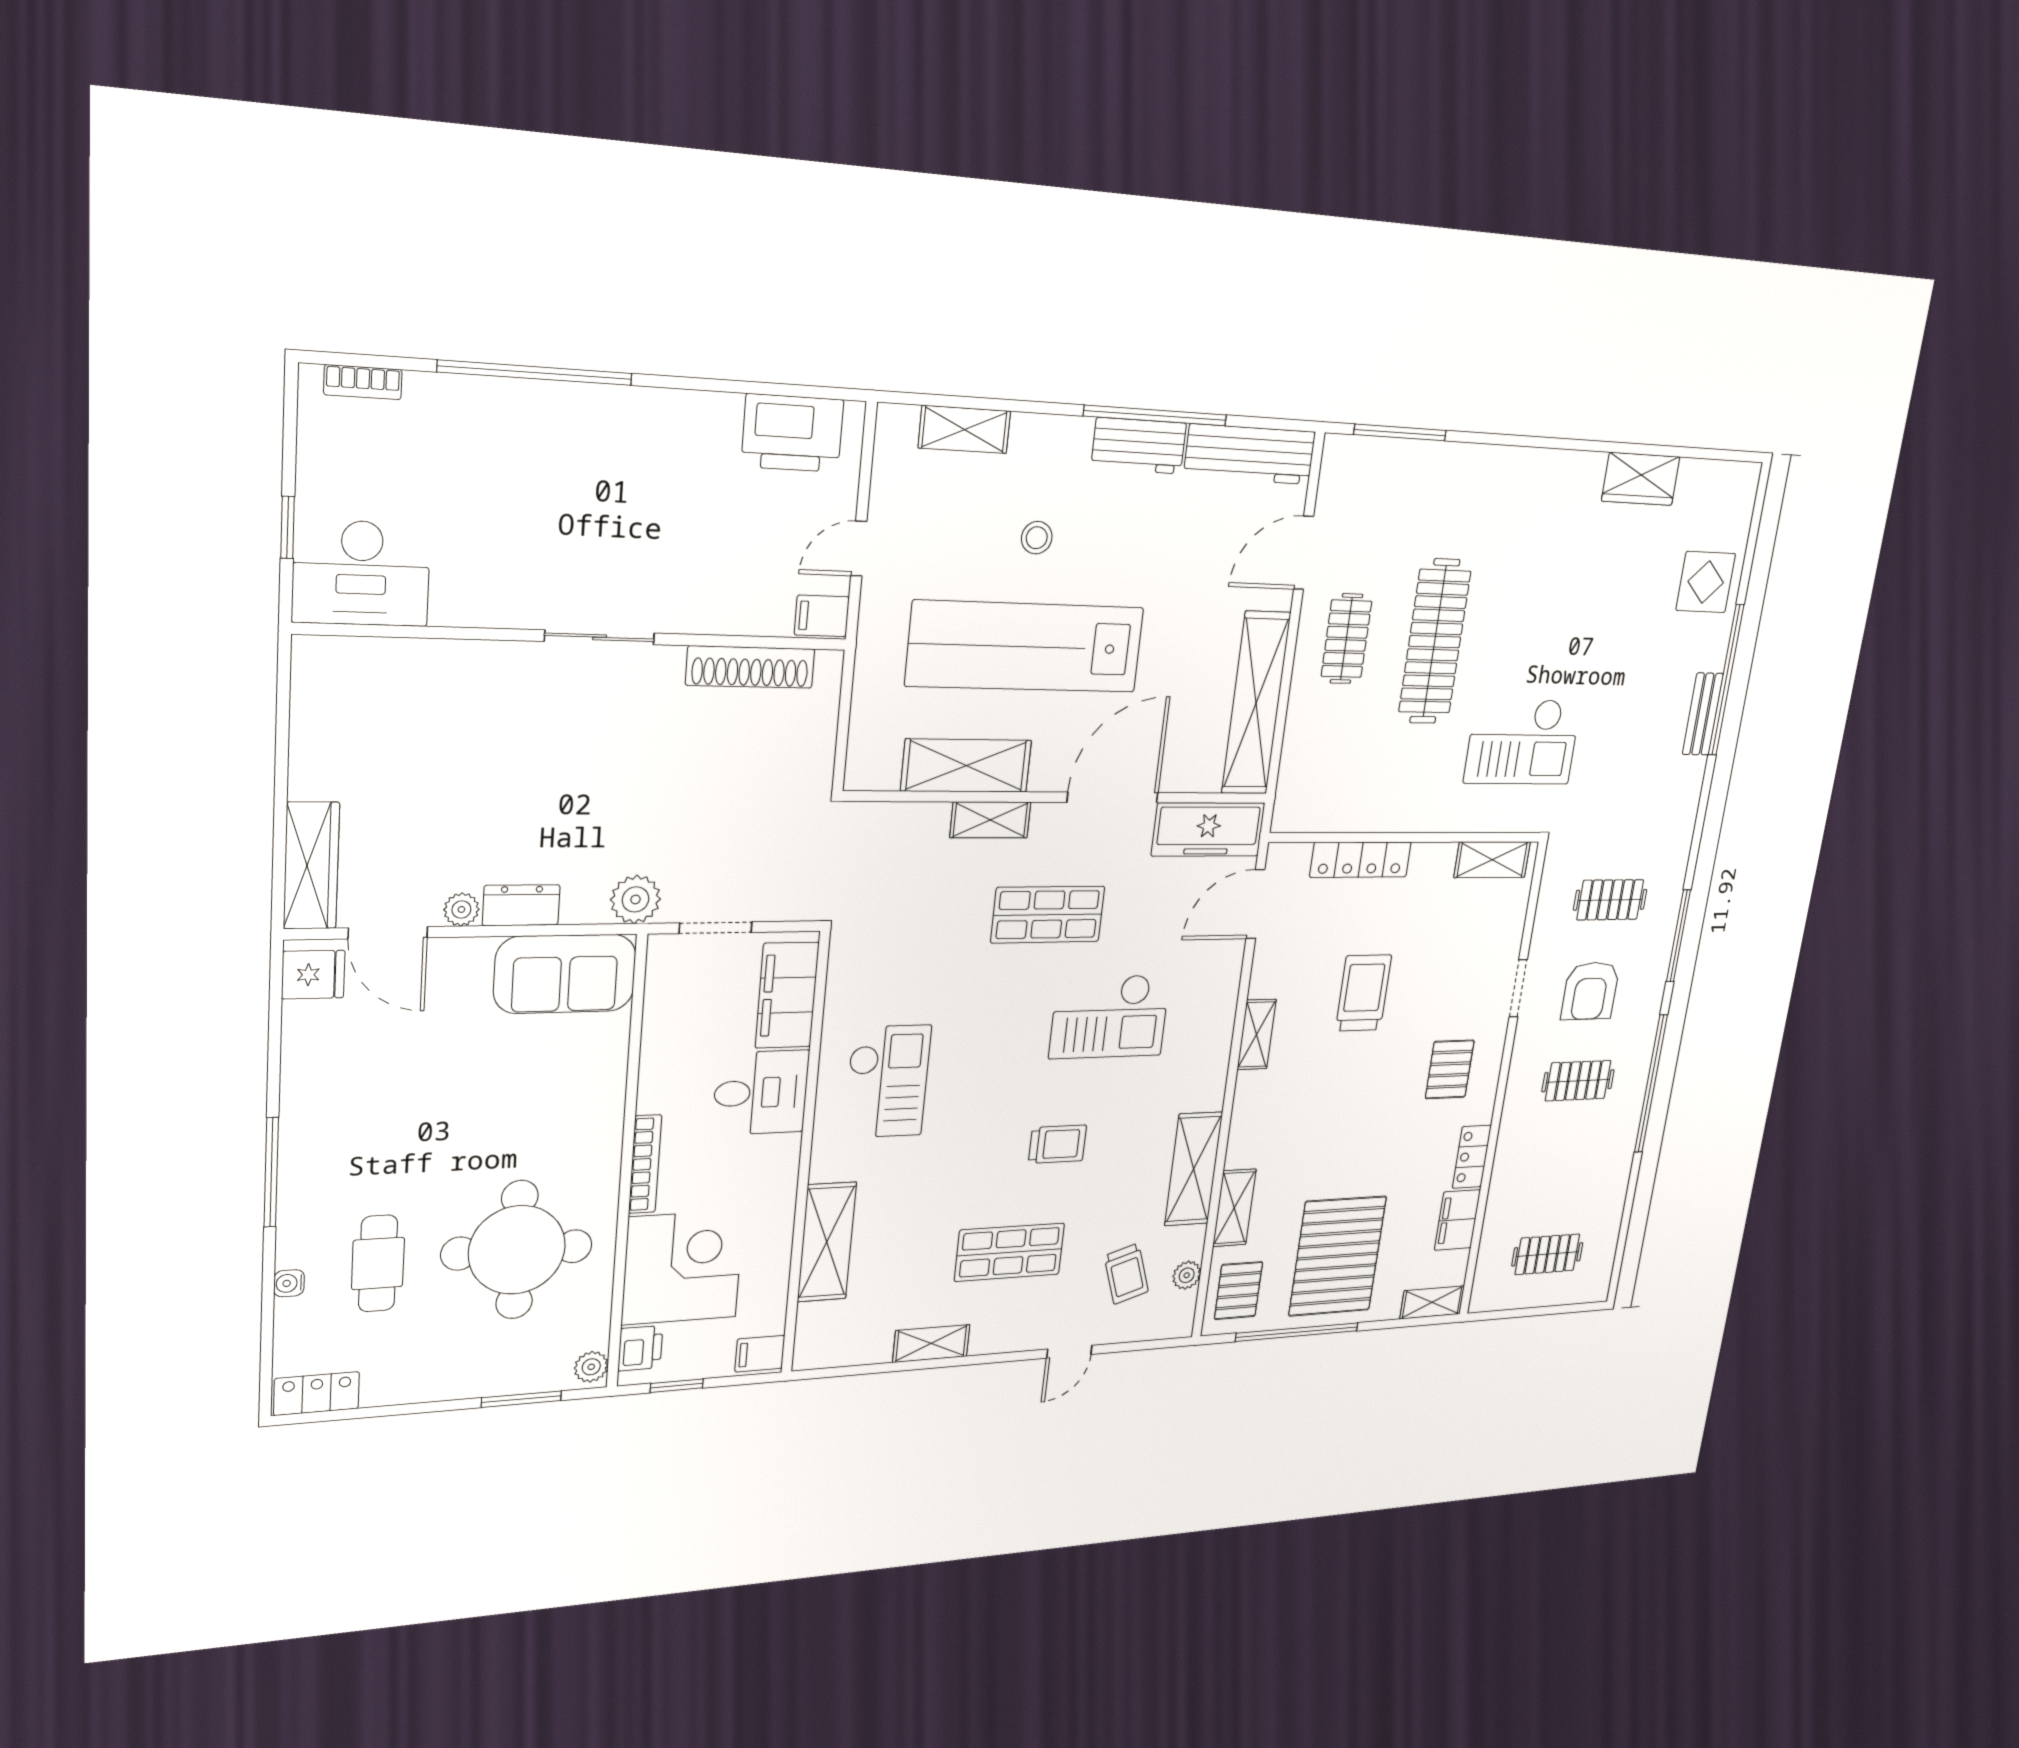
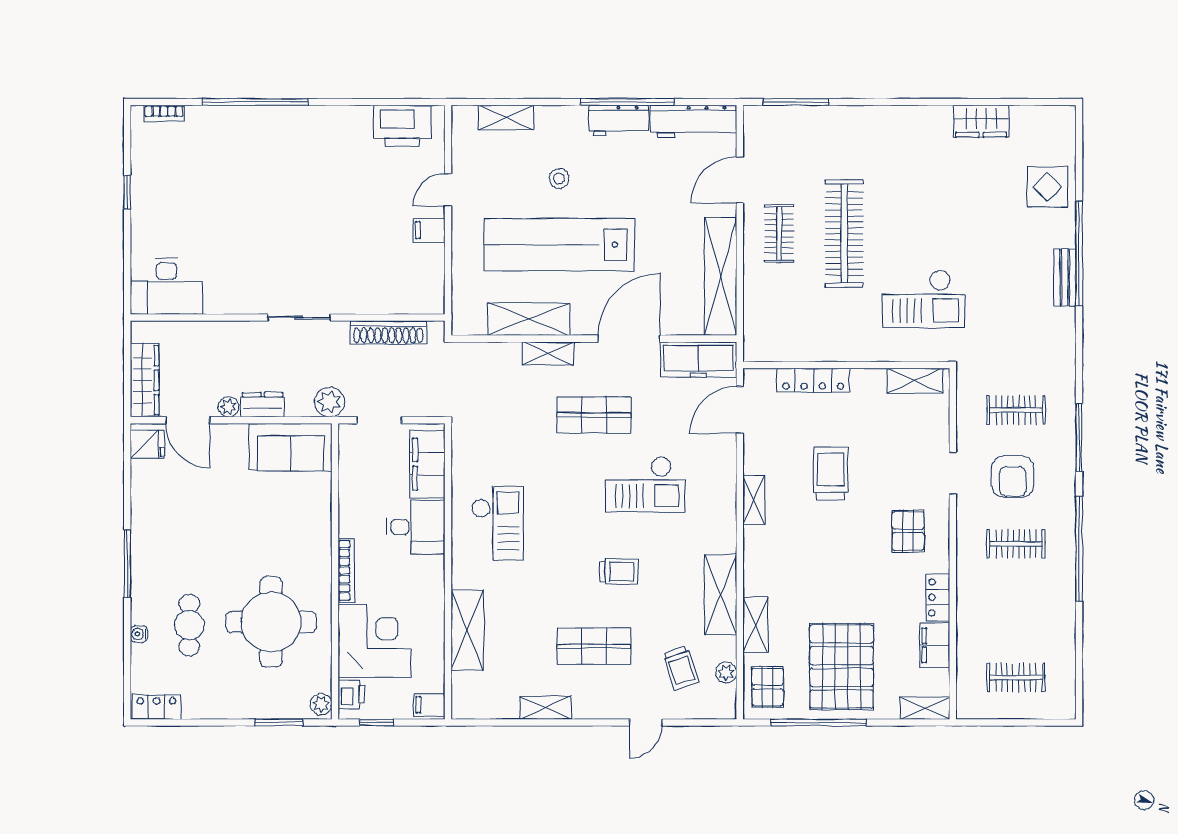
desk: (361, 573) -> (166, 286), moved
wall: (580, 637) -> (288, 318), moved
sliding door: (600, 637) -> (299, 318), moved
shoe rack: (750, 667) -> (388, 332), moved

